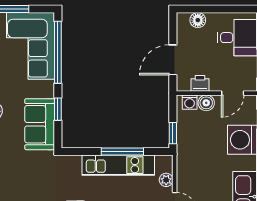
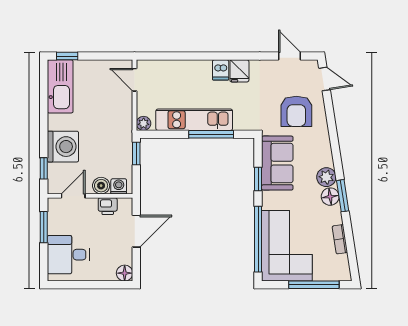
floor lamp: (198, 20) -> (125, 273), moved
window: (122, 152) -> (211, 134), moved
armchair: (22, 173) -> (296, 111), added
plant: (166, 180) -> (144, 123), moved

